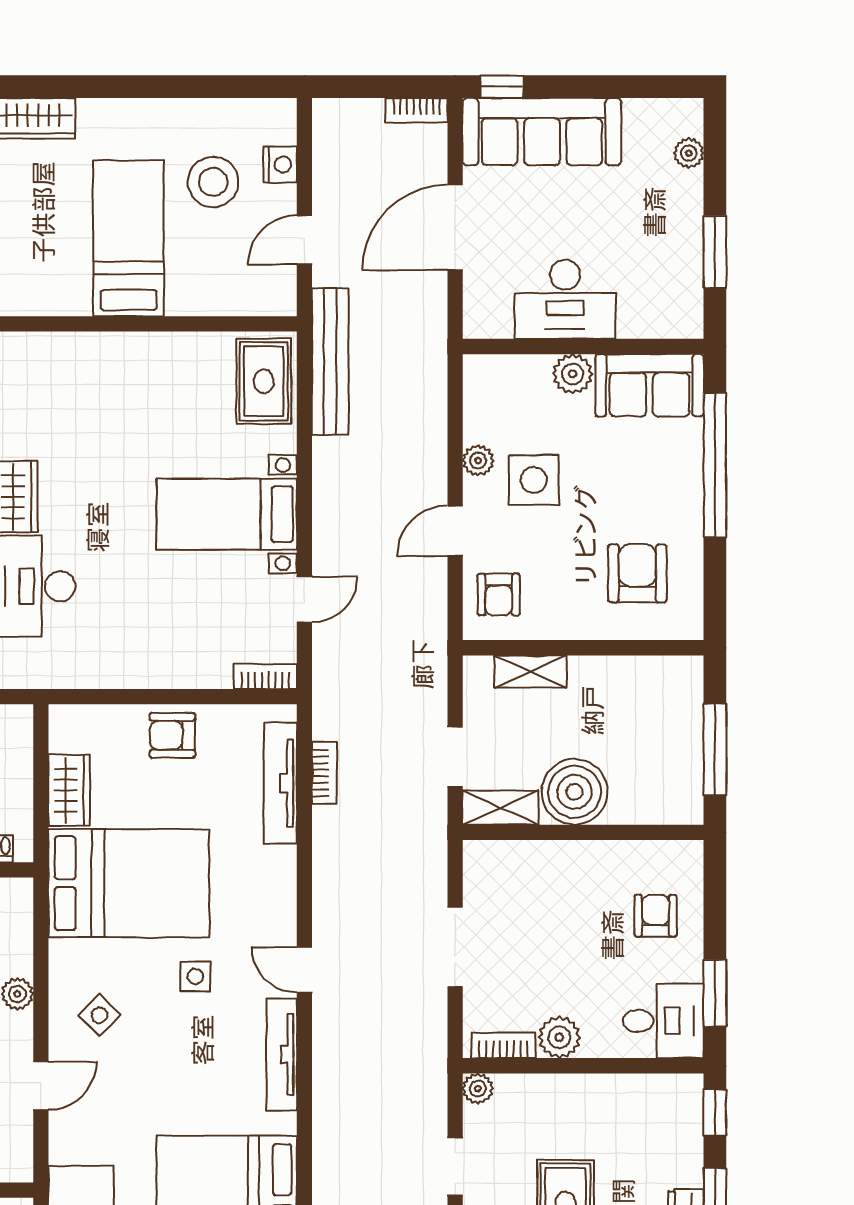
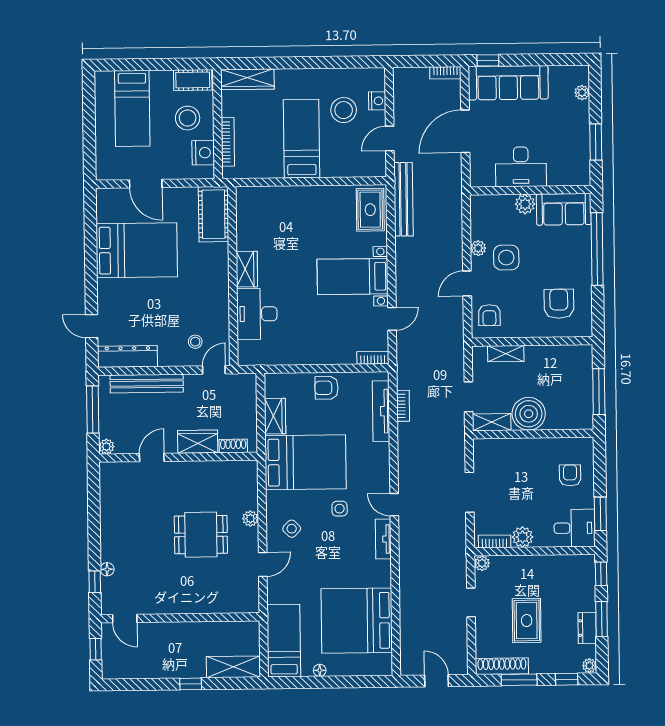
tv unit: (282, 1054) -> (383, 539), width x0.71

